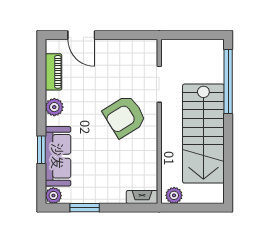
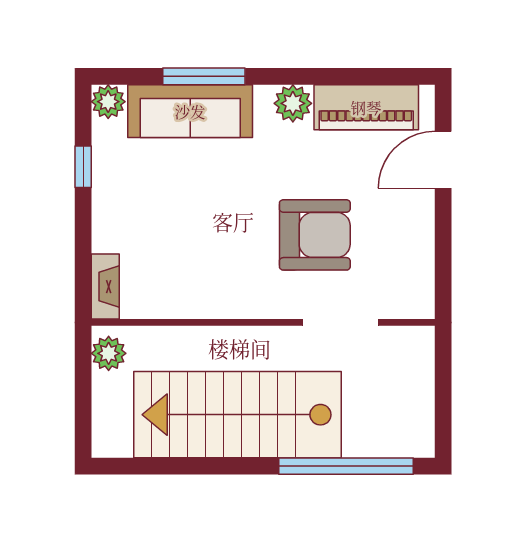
piano: (53, 72) -> (366, 107), width x1.37, depth x1.33
armchair: (125, 116) -> (315, 235), moved, turned 122
window: (41, 150) -> (204, 76), width x1.44
window: (85, 208) -> (83, 167), width x0.67

